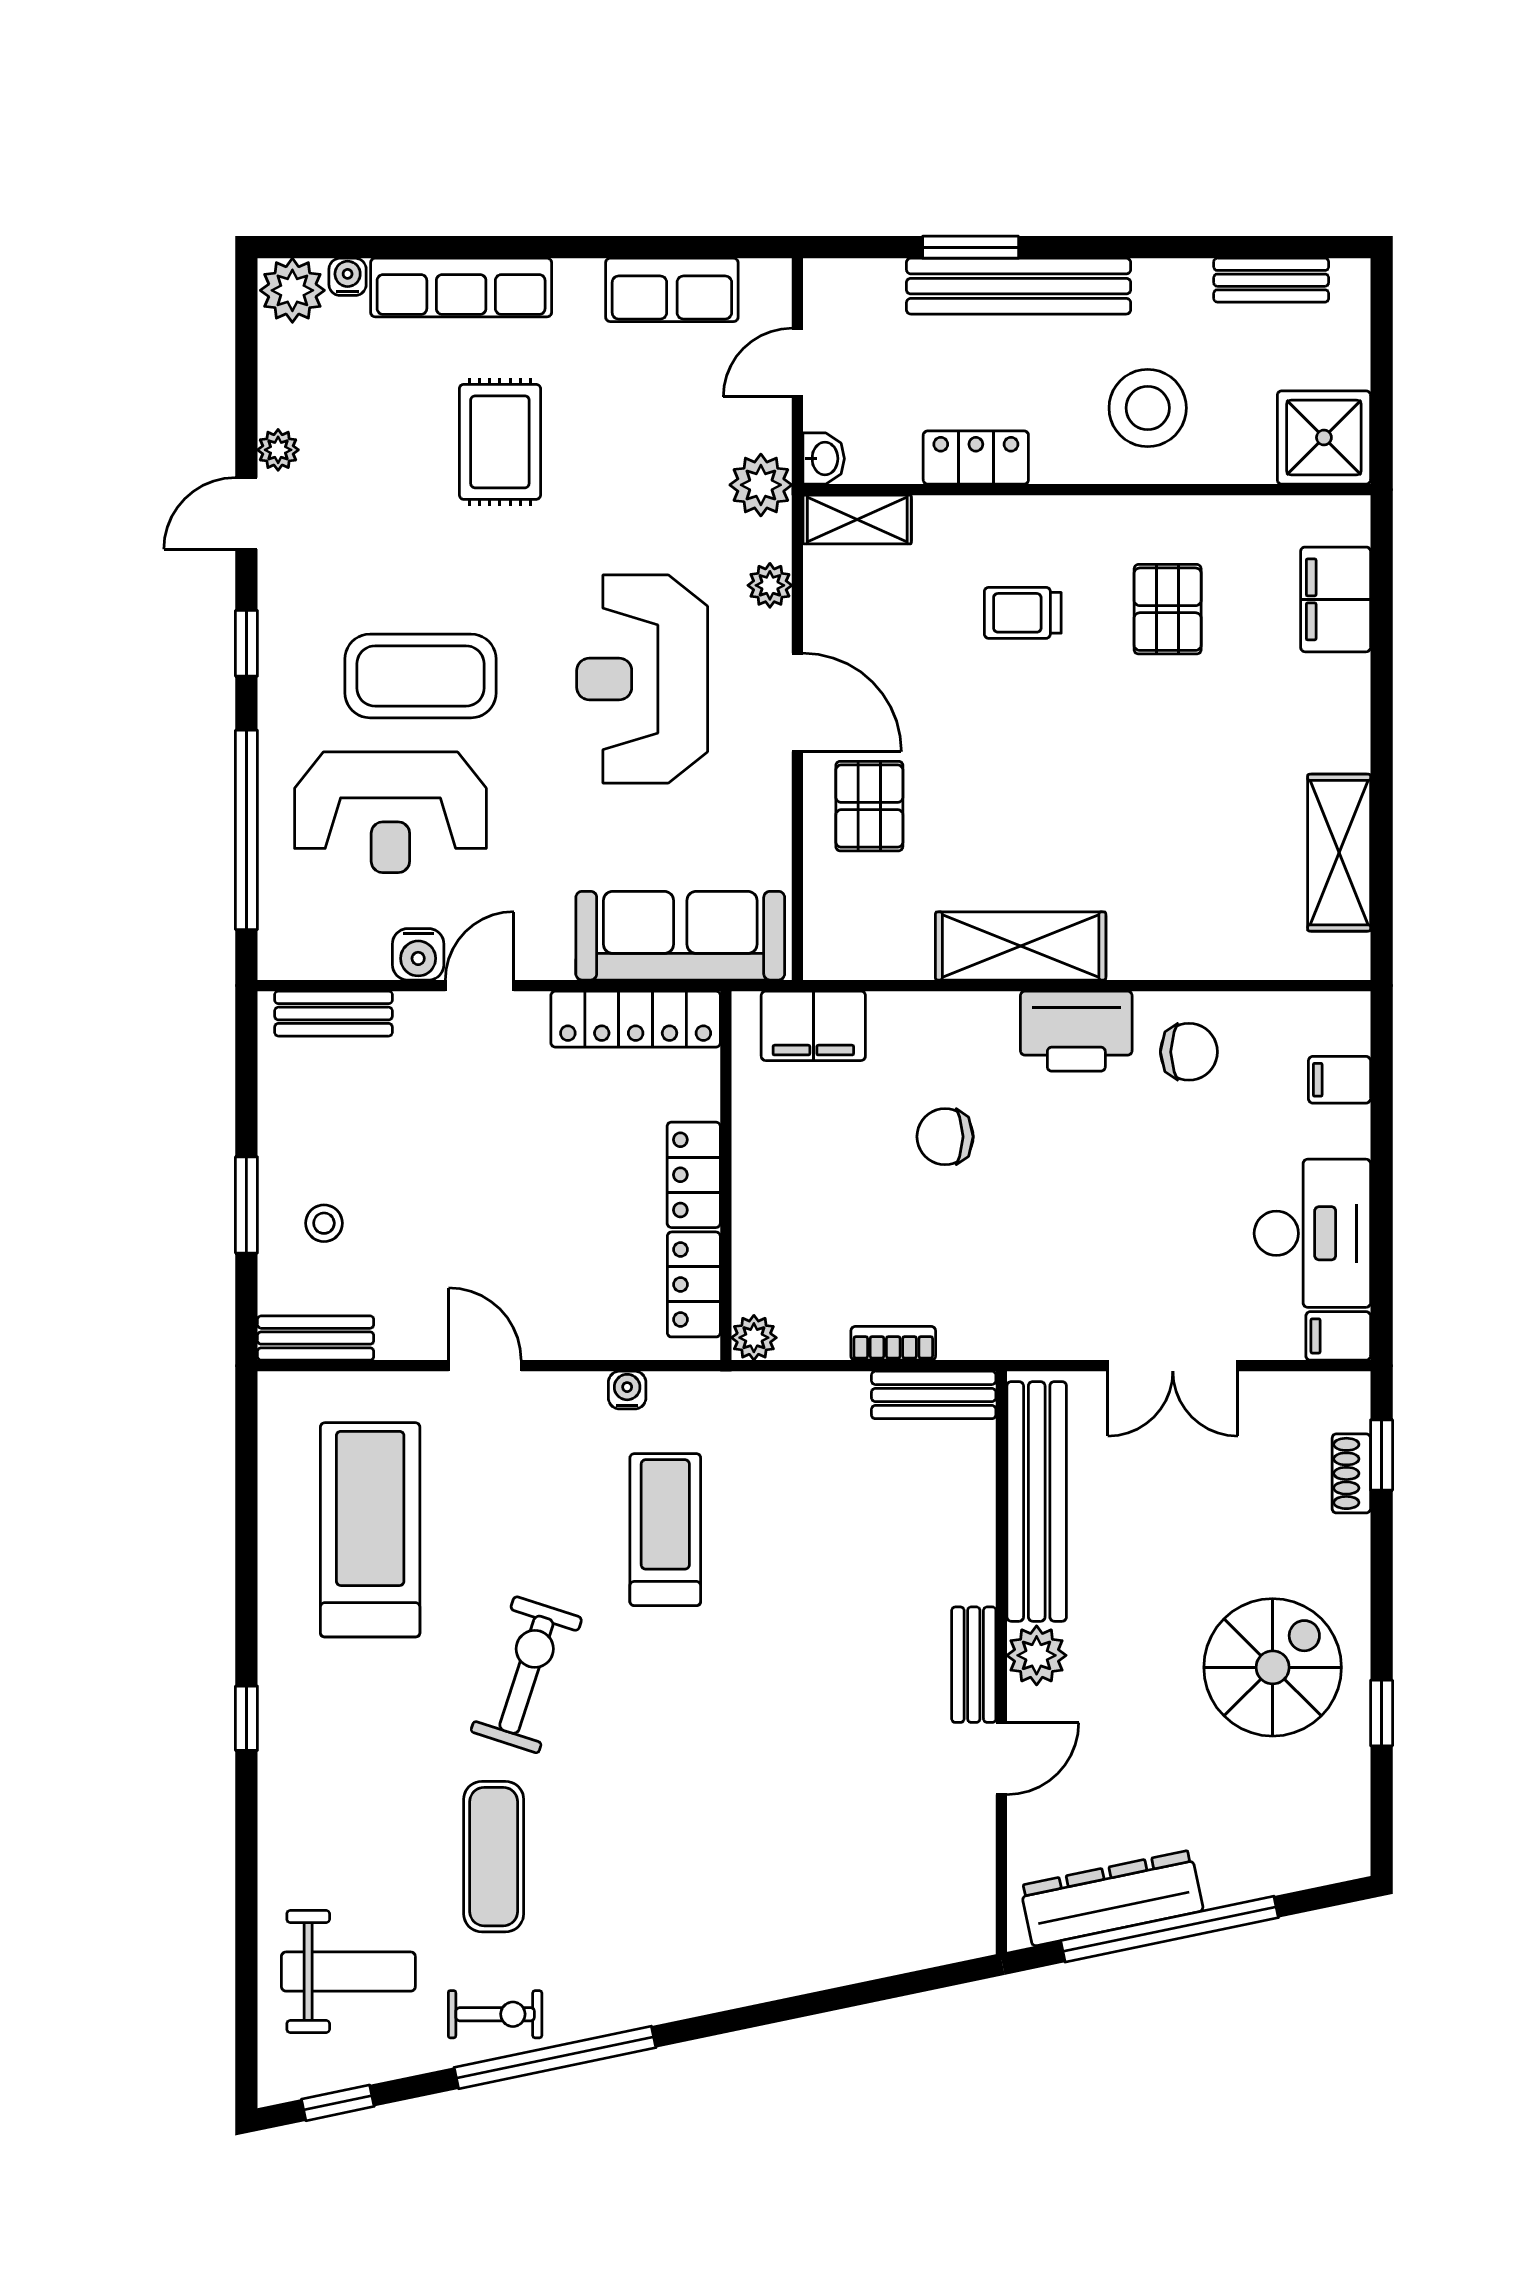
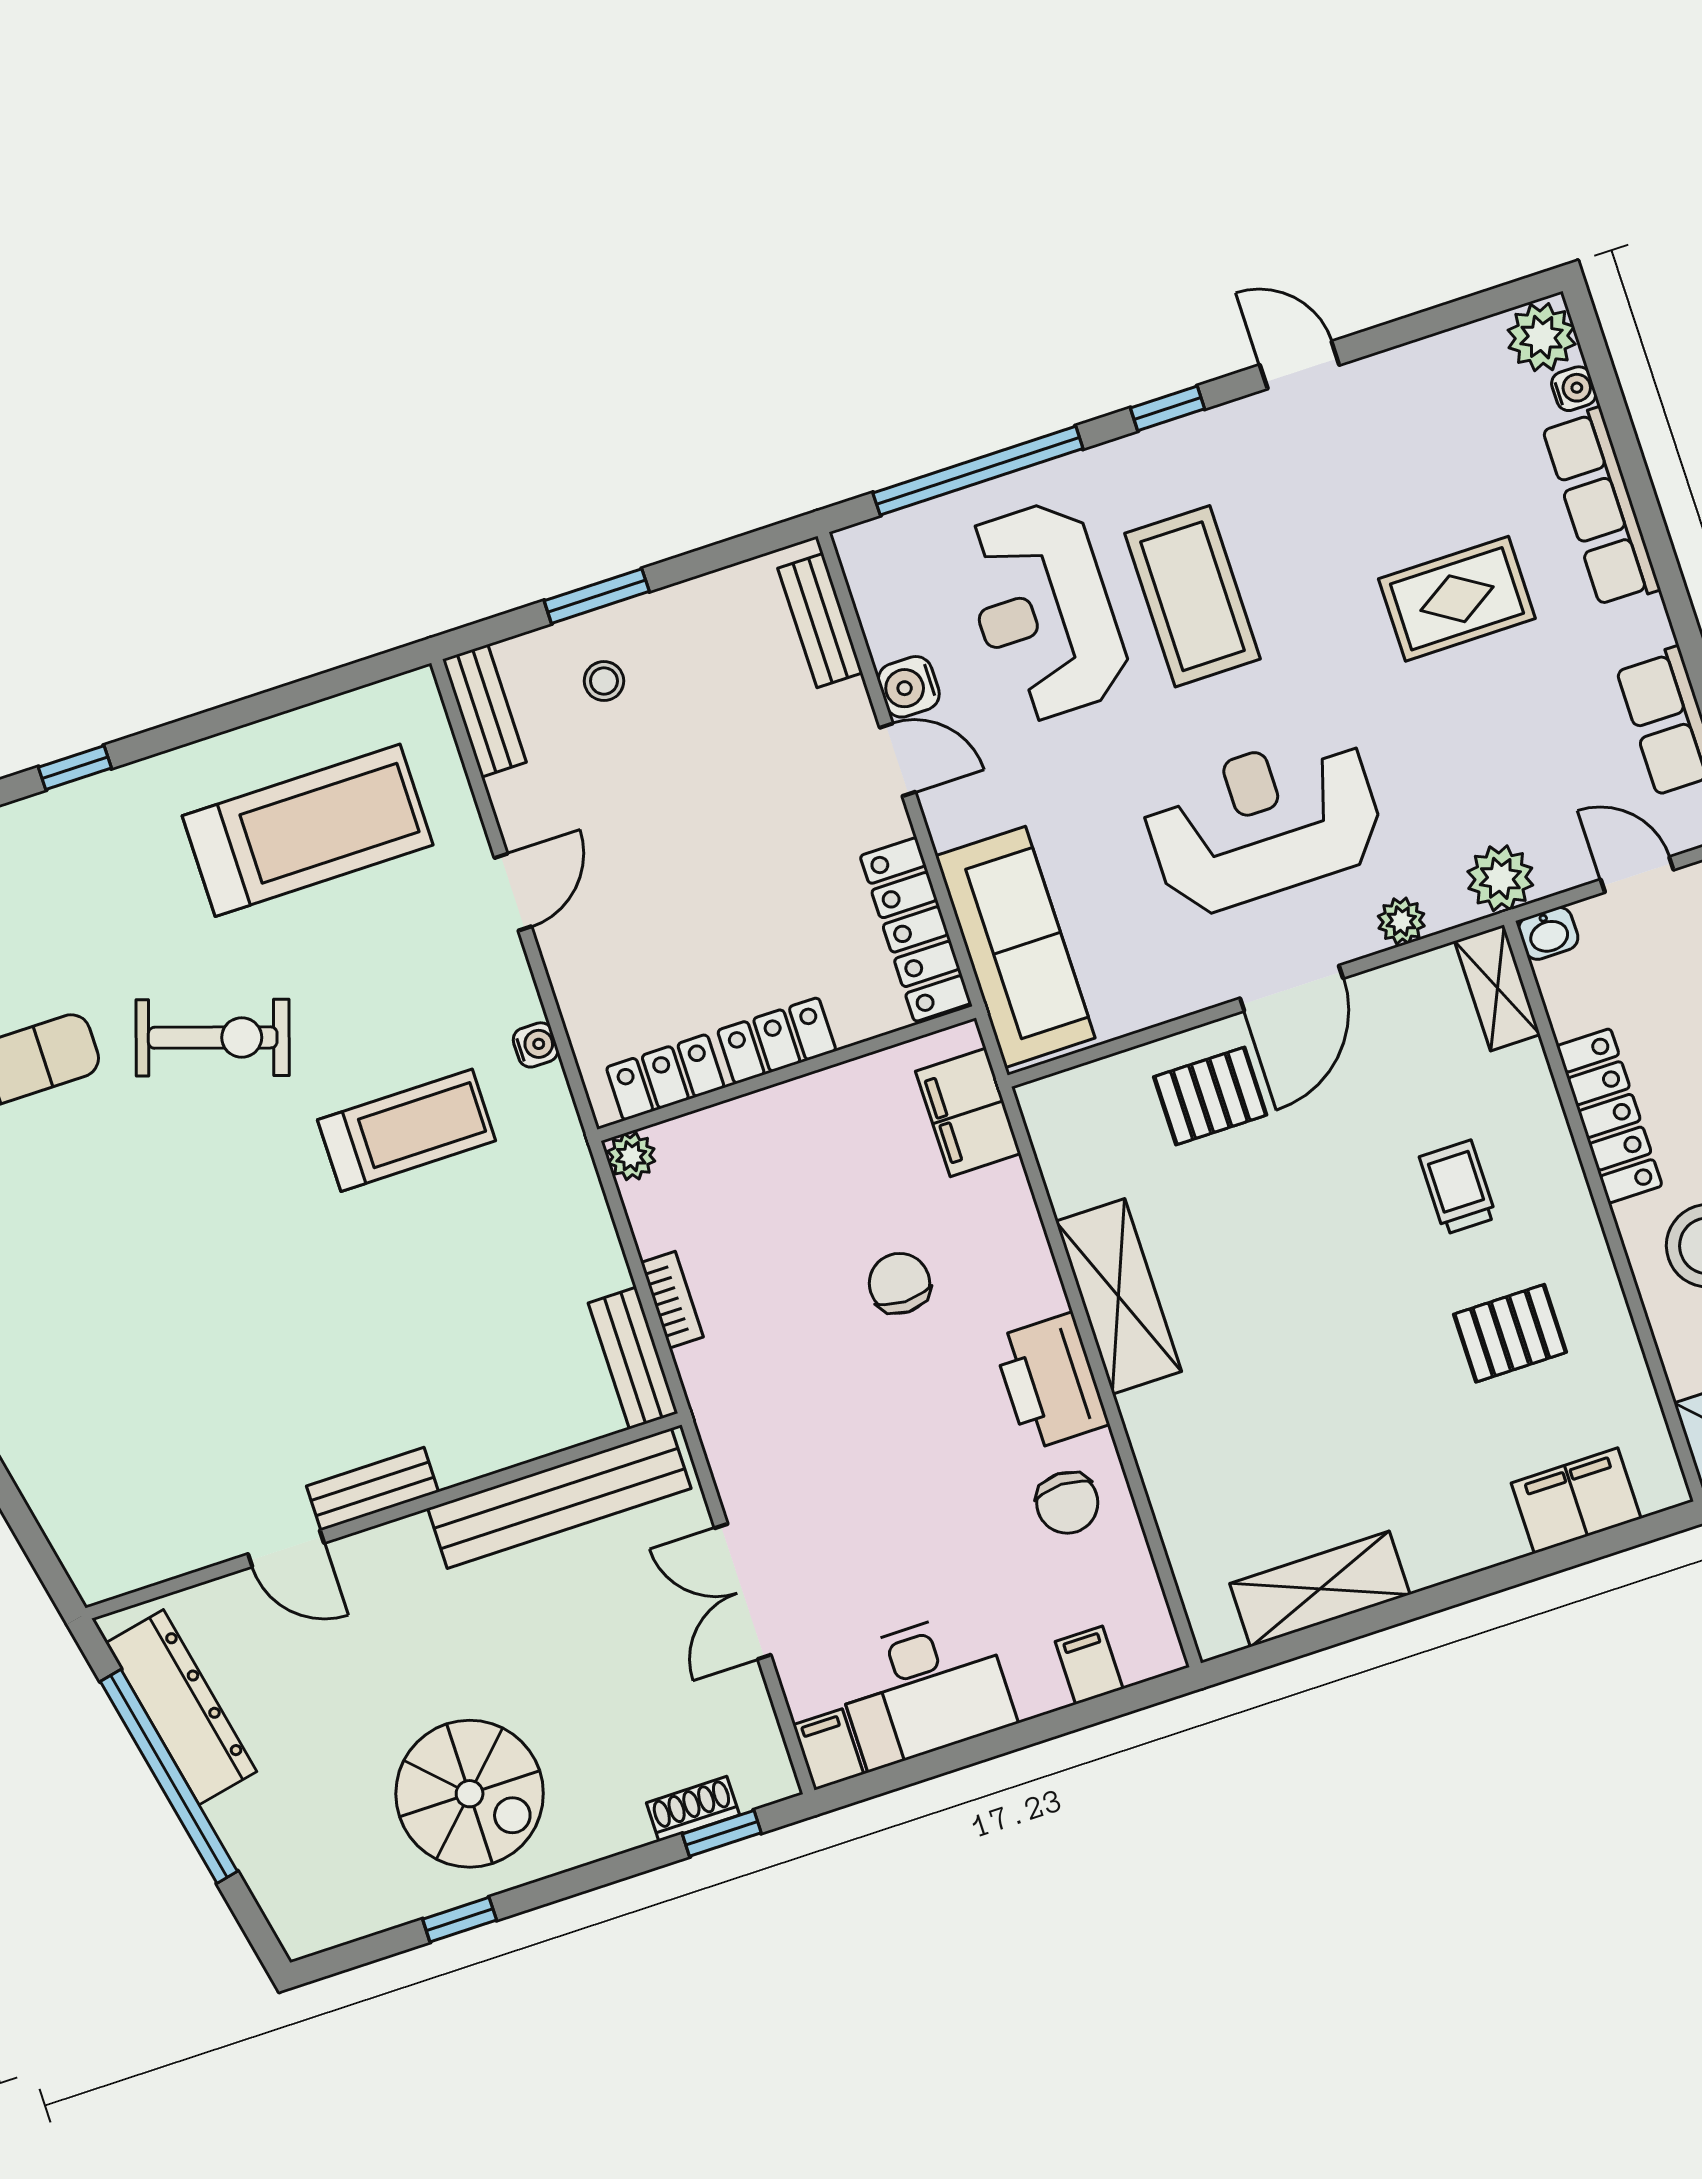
plant: (278, 450) -> (1375, 376), removed
locker: (976, 458) -> (1609, 1116), width x1.53
plant: (1037, 1655) -> (403, 1550), removed

